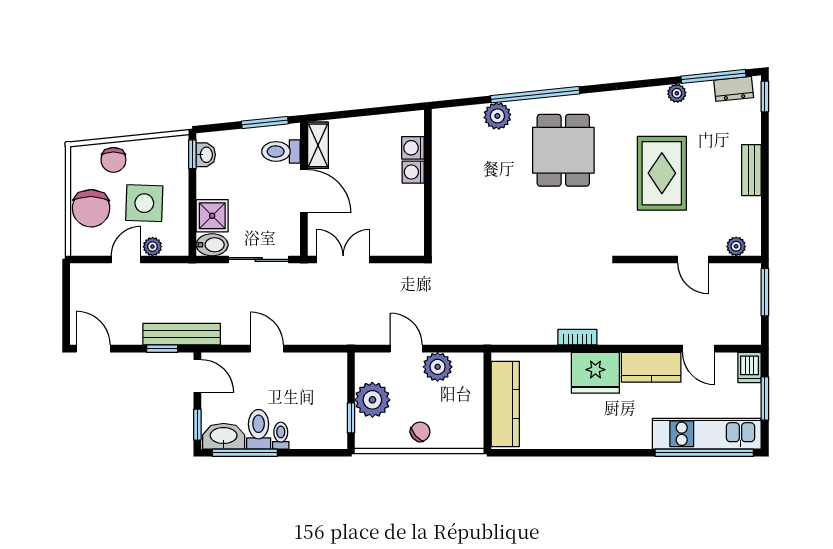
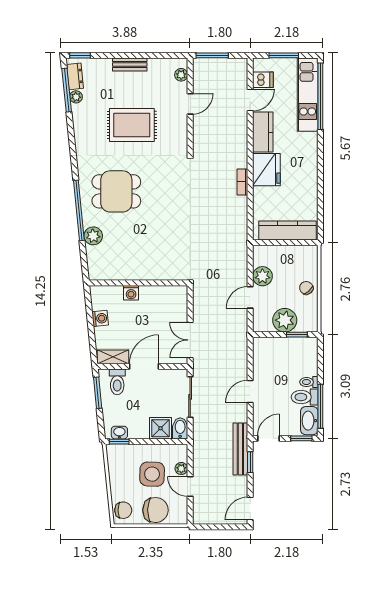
plant: (677, 93) -> (76, 97), moved
washing machine: (413, 148) -> (100, 318), moved, turned -96
chair: (113, 160) -> (123, 510), moved
dishwasher: (749, 367) -> (263, 80), moved

